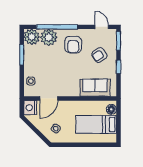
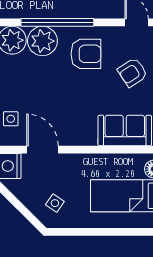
armchair: (73, 45) -> (86, 54), turned -90
door: (49, 98) -> (43, 150), swing flipped

